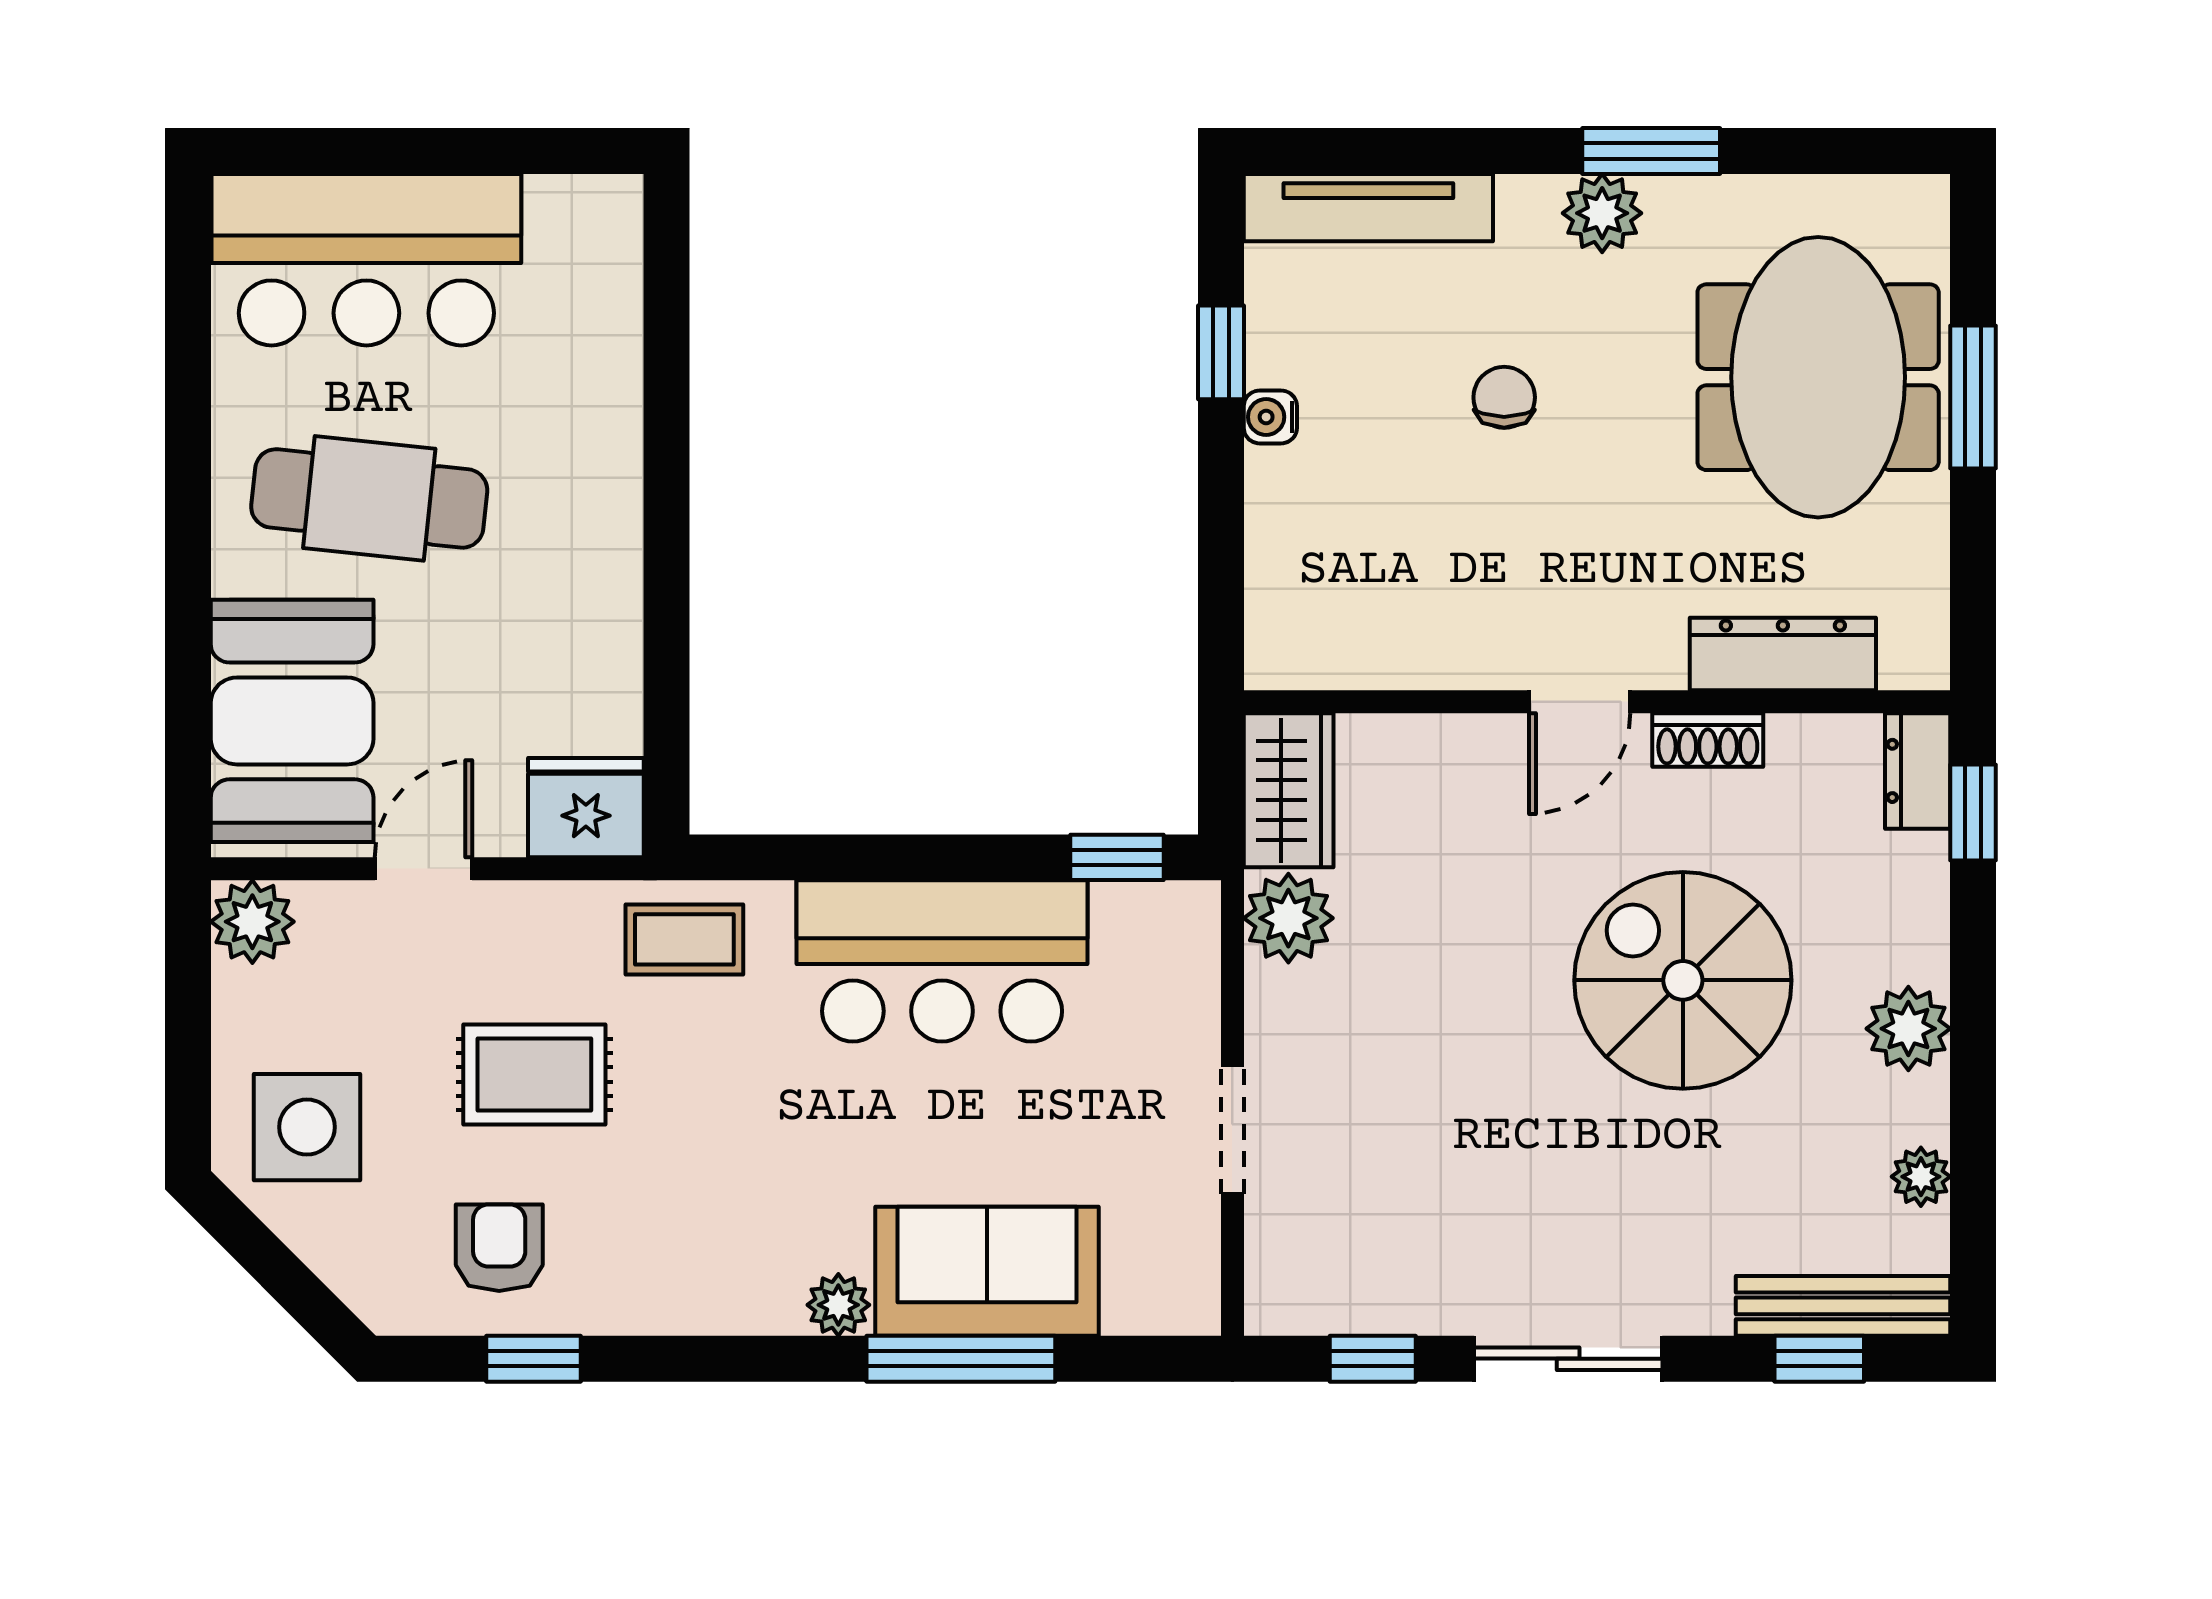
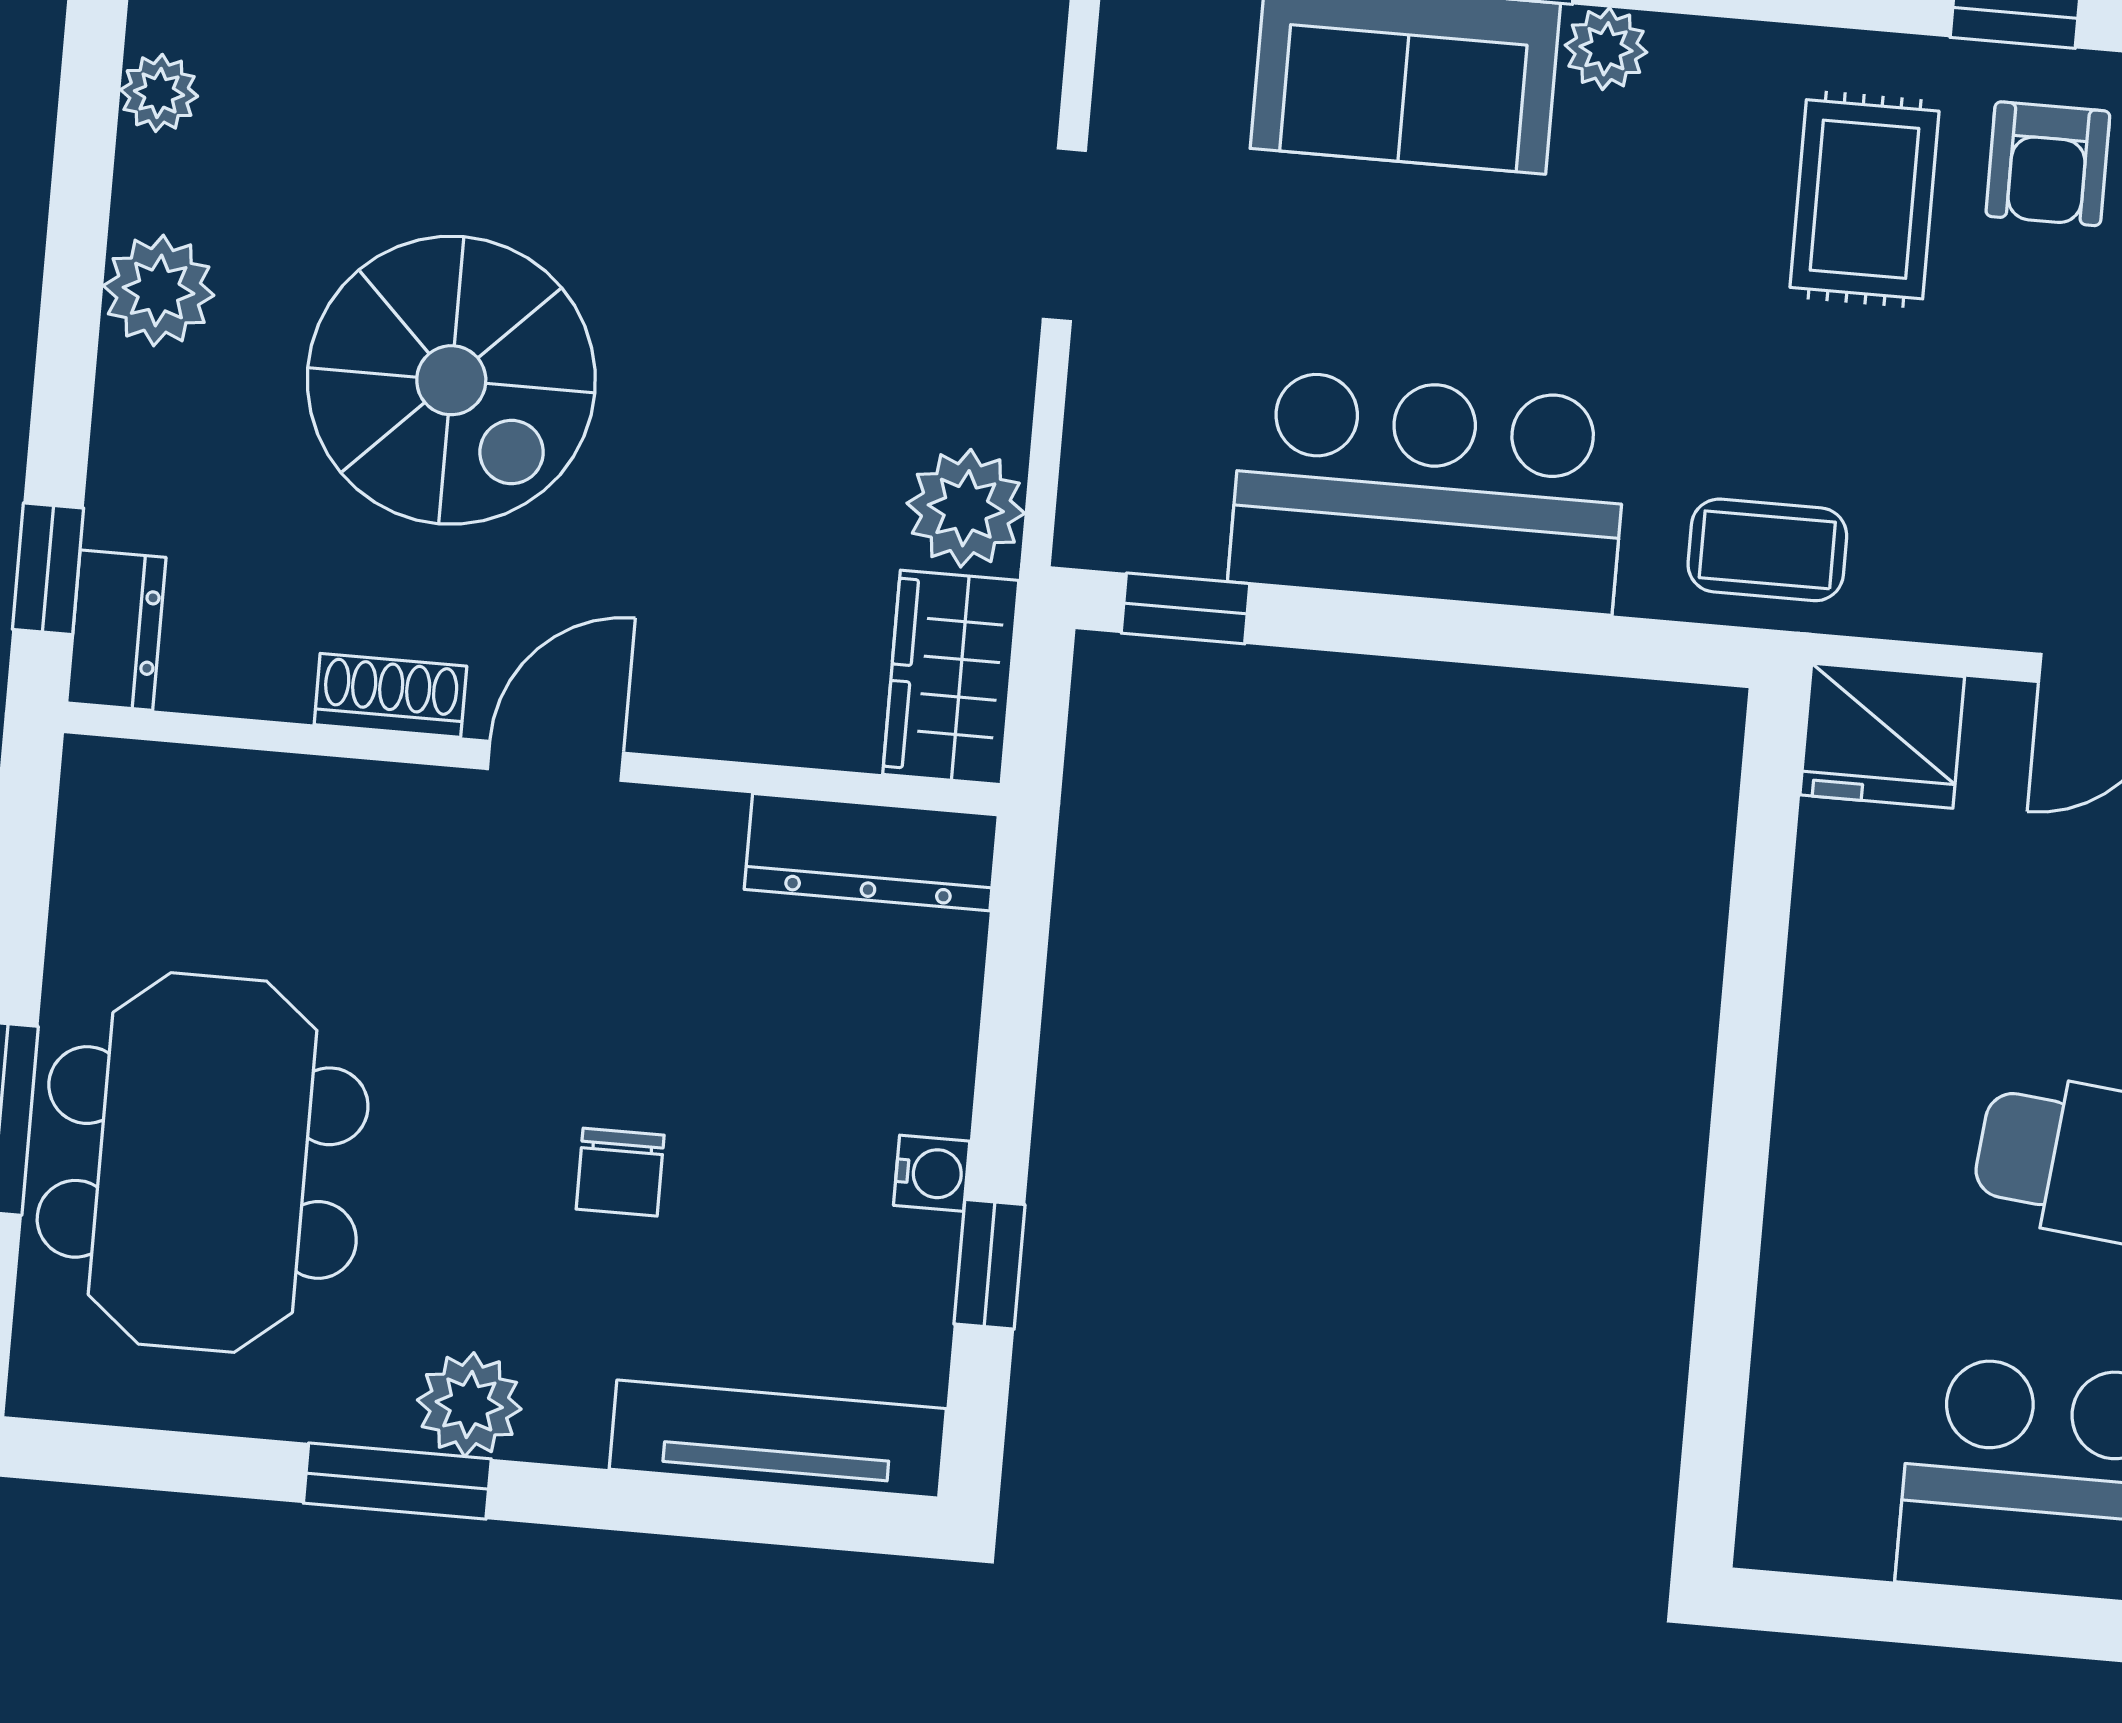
dresser: (1783, 654) -> (871, 852), moved
rug: (534, 1074) -> (1865, 199), moved, turned 90

